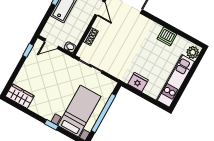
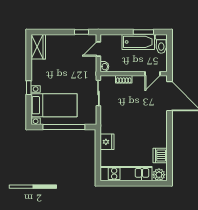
dishwasher: (167, 36) -> (160, 156), moved
door: (51, 44) -> (98, 49), hinge flipped

